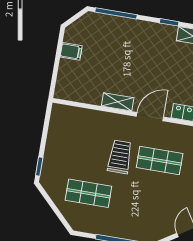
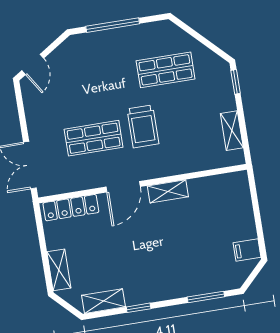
window: (116, 13) -> (206, 297), width x0.69
filing cabinet: (71, 51) -> (247, 250), moved
shelving: (54, 131) -> (232, 131), added

